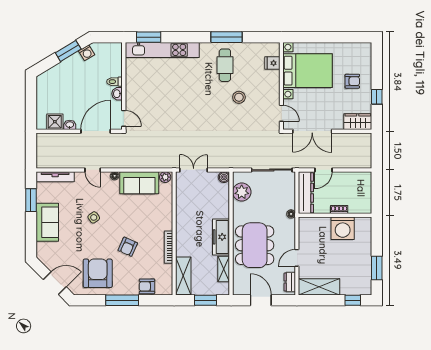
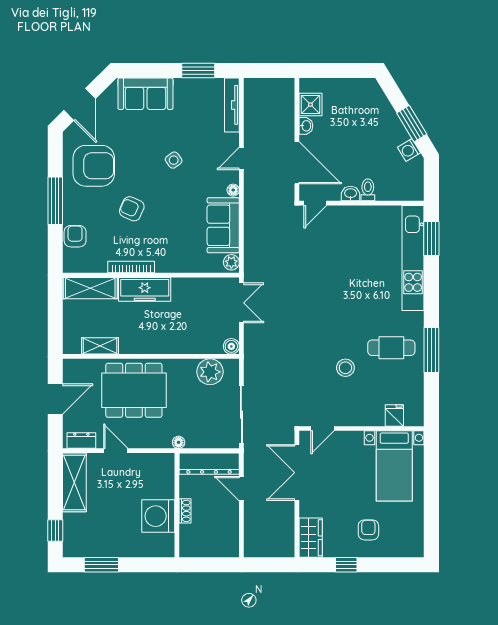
bed with nightstands: (308, 71) -> (394, 466), width x0.73
armchair: (352, 81) -> (368, 530), turned 180
sofa: (47, 222) -> (145, 94), moved
freezer: (221, 237) -> (145, 289), moved, turned 180
window: (206, 300) -> (55, 320), removed

